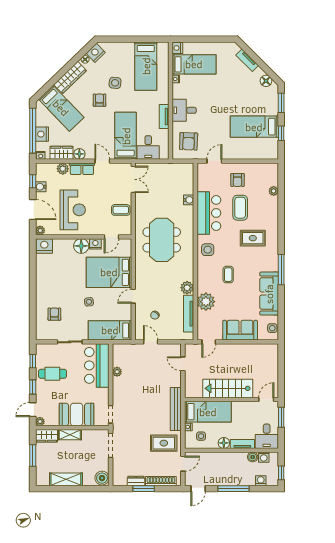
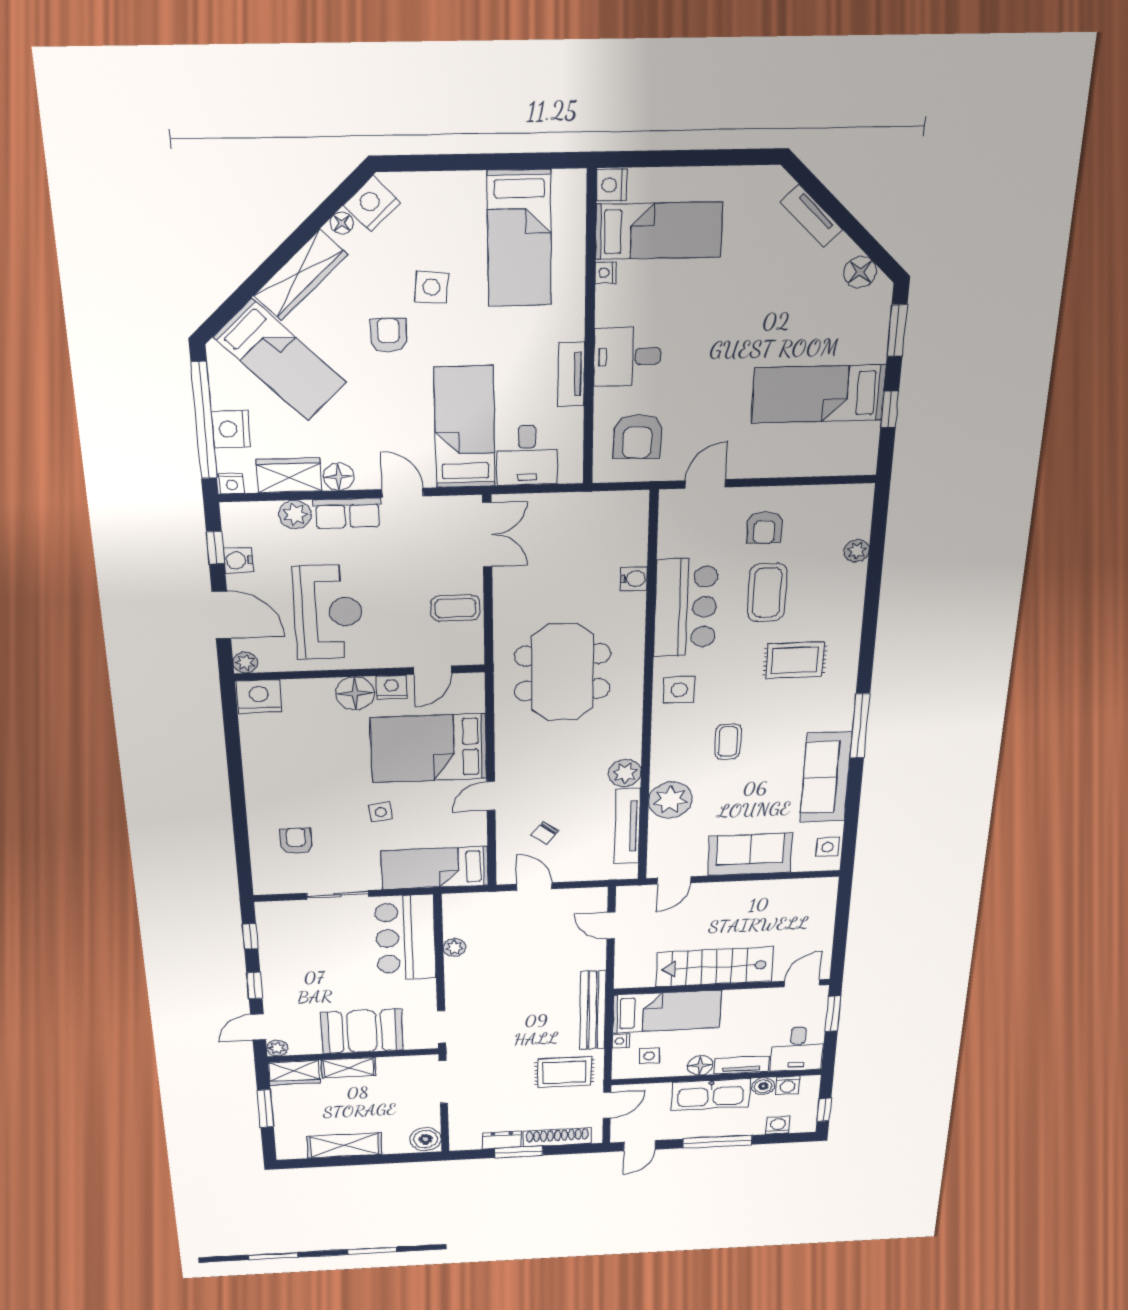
cafe table: (52, 374) -> (300, 958), removed
kitchen sink: (229, 460) -> (711, 1095), added

